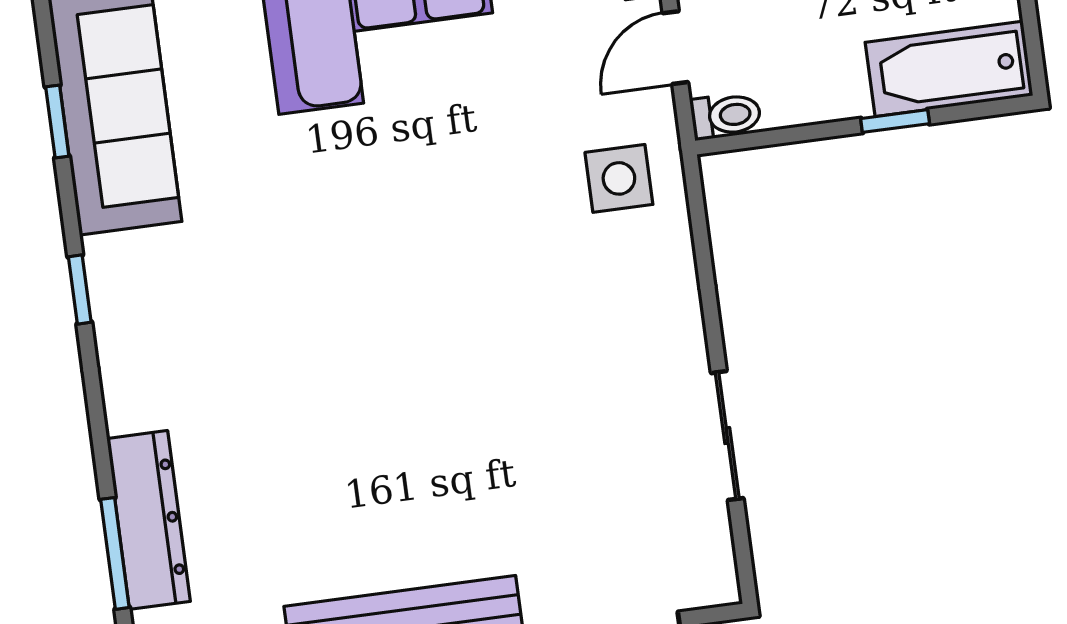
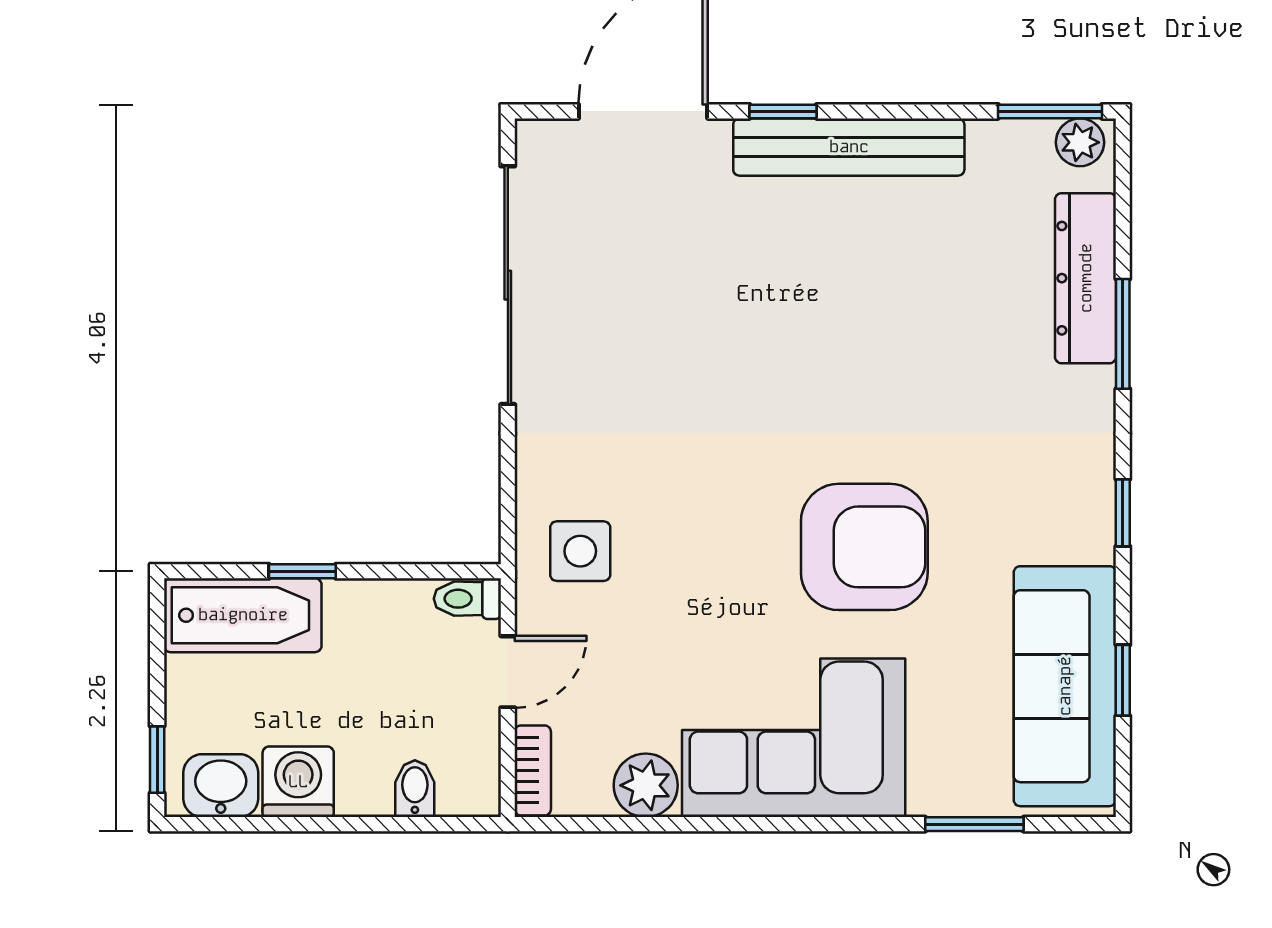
armchair: (334, 221) -> (864, 547), added
sliding door: (727, 436) -> (508, 285), width x1.86
window: (115, 553) -> (1123, 334), moved

